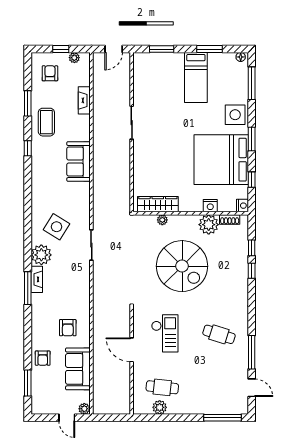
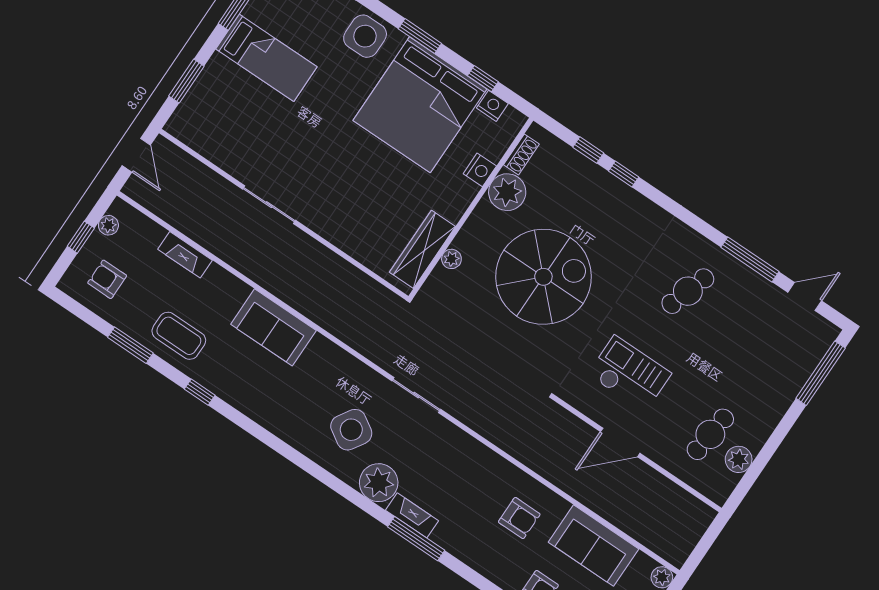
nightstand: (242, 206) -> (492, 106), moved

